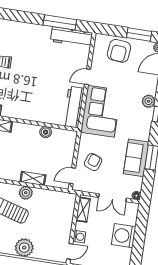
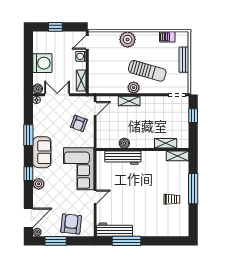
workbench: (74, 107) -> (123, 158), moved, turned 90
sofa: (136, 158) -> (42, 152), moved
boiler: (133, 208) -> (38, 89), added

